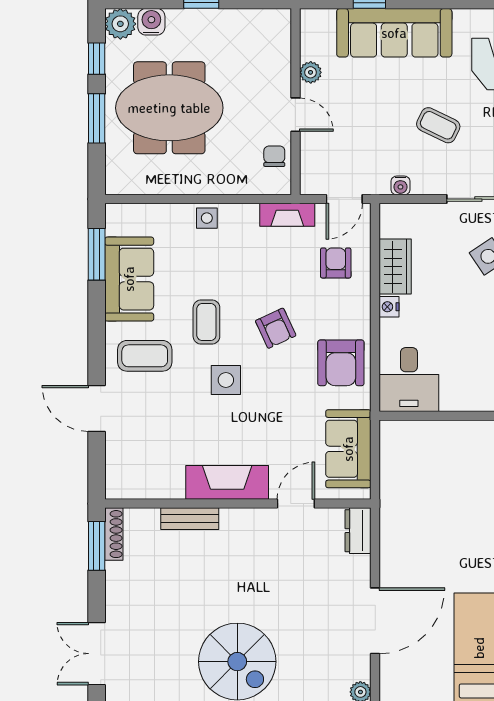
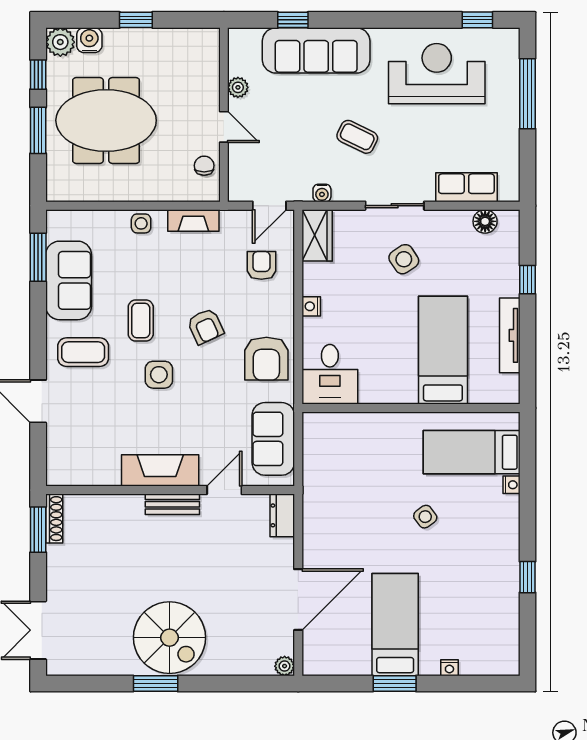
fireplace: (287, 215) -> (193, 220), moved
wardrobe: (395, 267) -> (317, 235), moved
bench: (190, 519) -> (172, 504), moved

